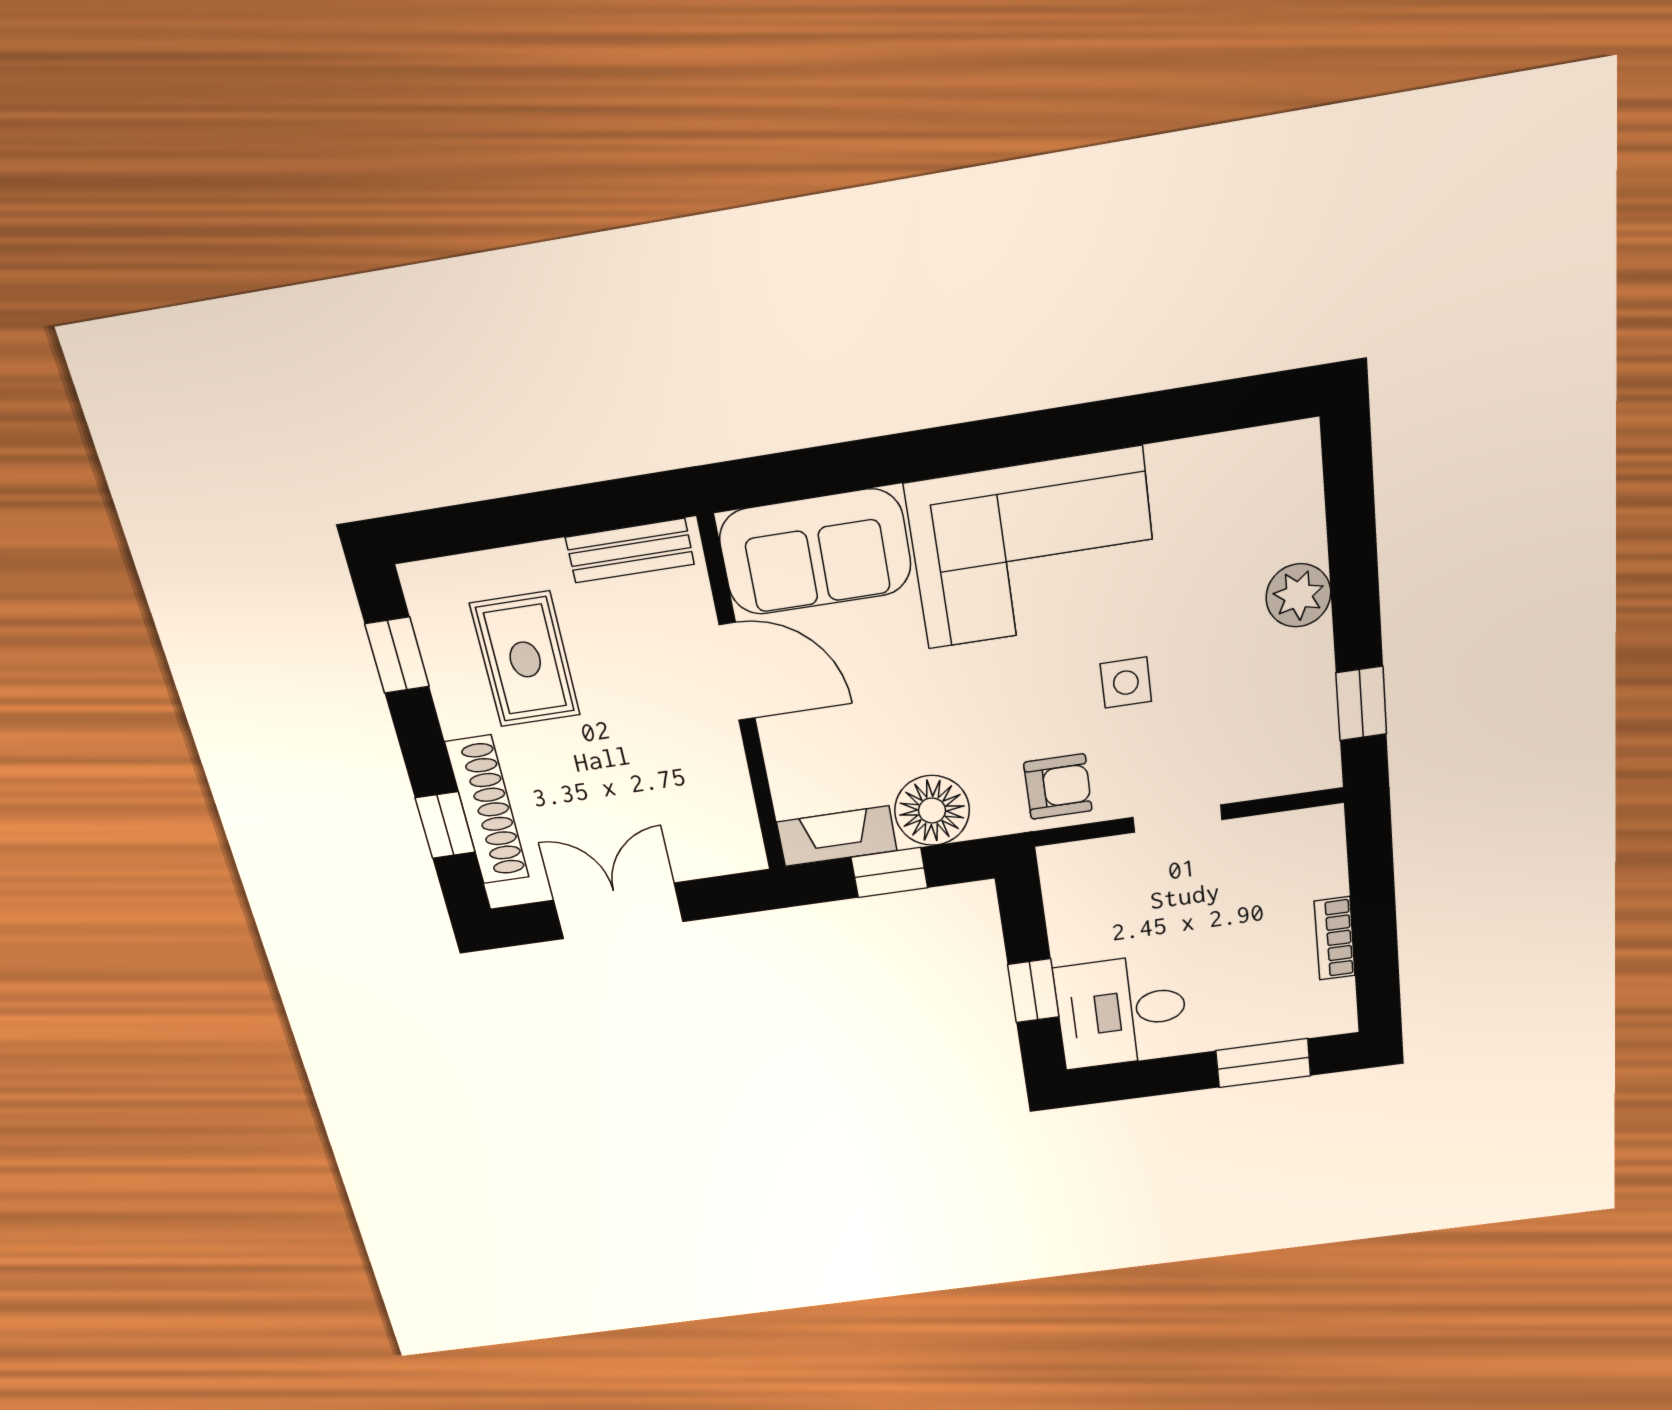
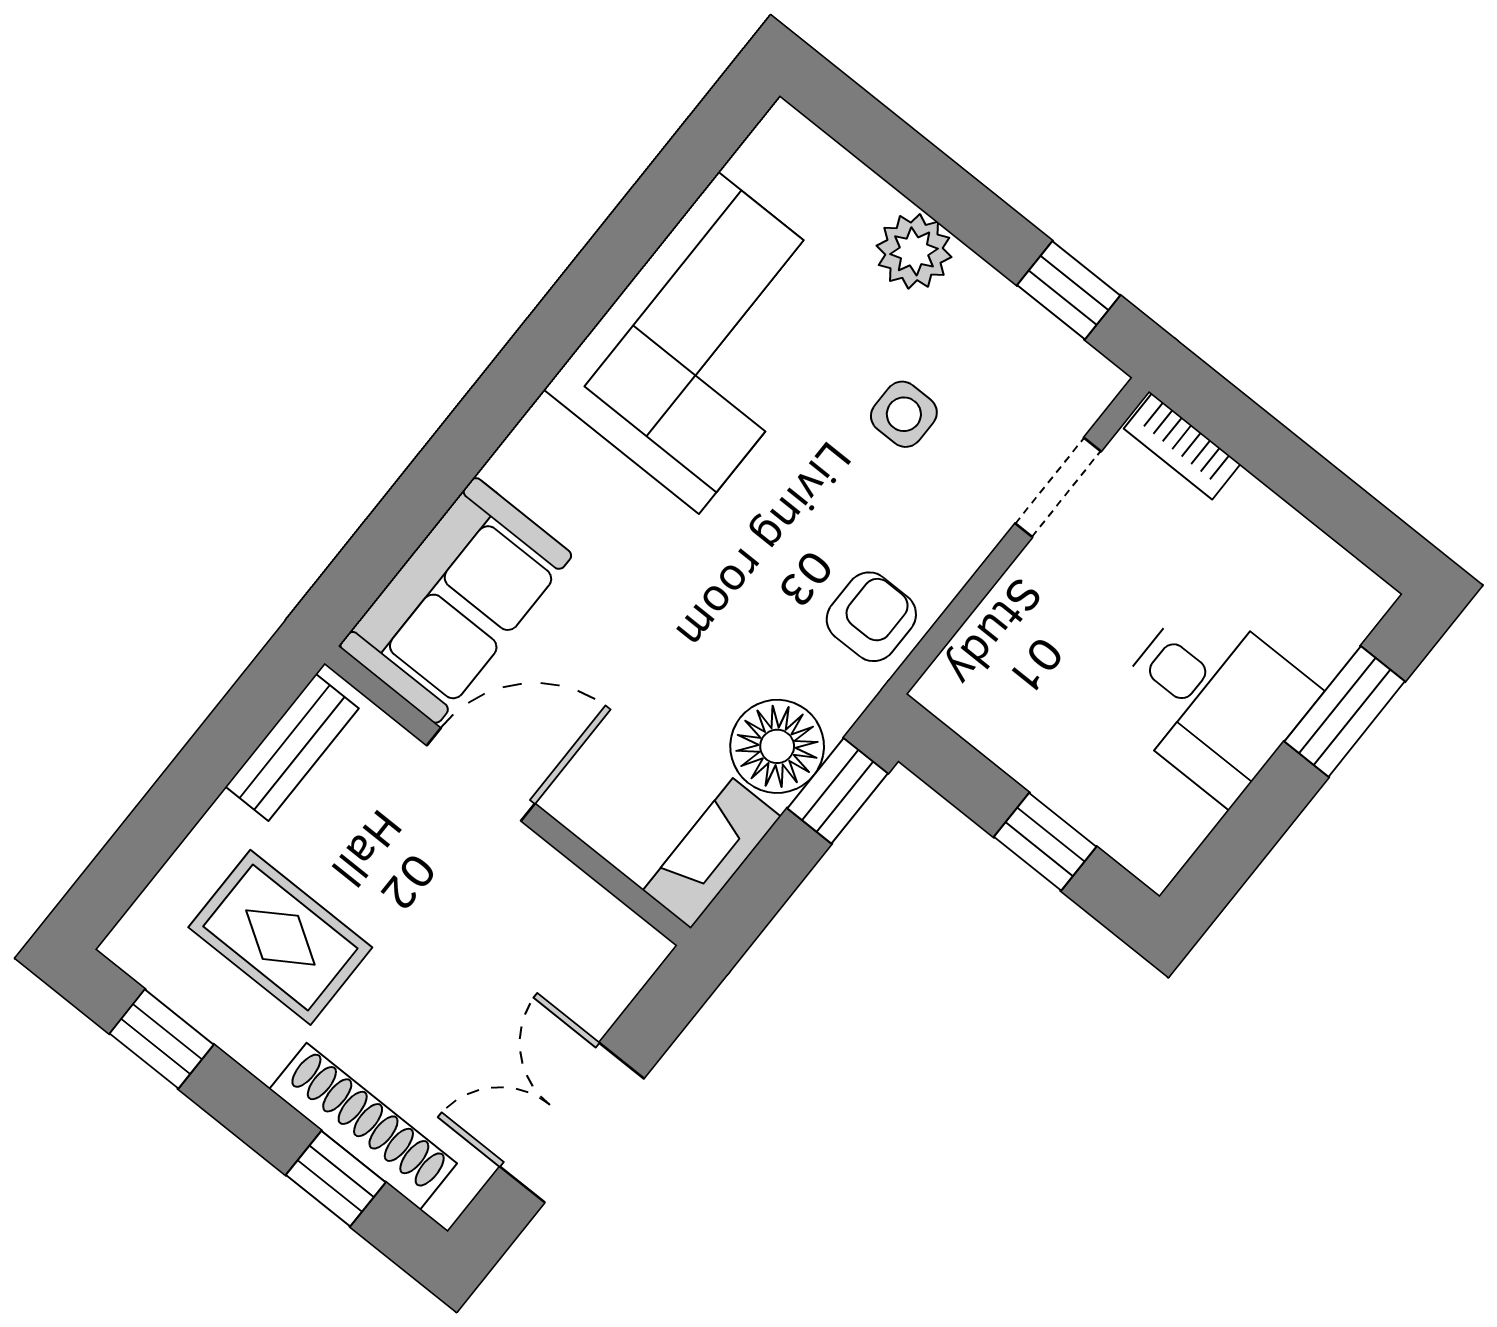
corner sofa: (1033, 549) -> (709, 343), moved
side table: (1126, 683) -> (904, 414), moved
doorway: (1178, 819) -> (1058, 487), moved
window: (889, 873) -> (838, 791), moved
bookcase: (1335, 938) -> (1182, 446), moved
desk: (1122, 1011) -> (1212, 699), moved, turned -90

